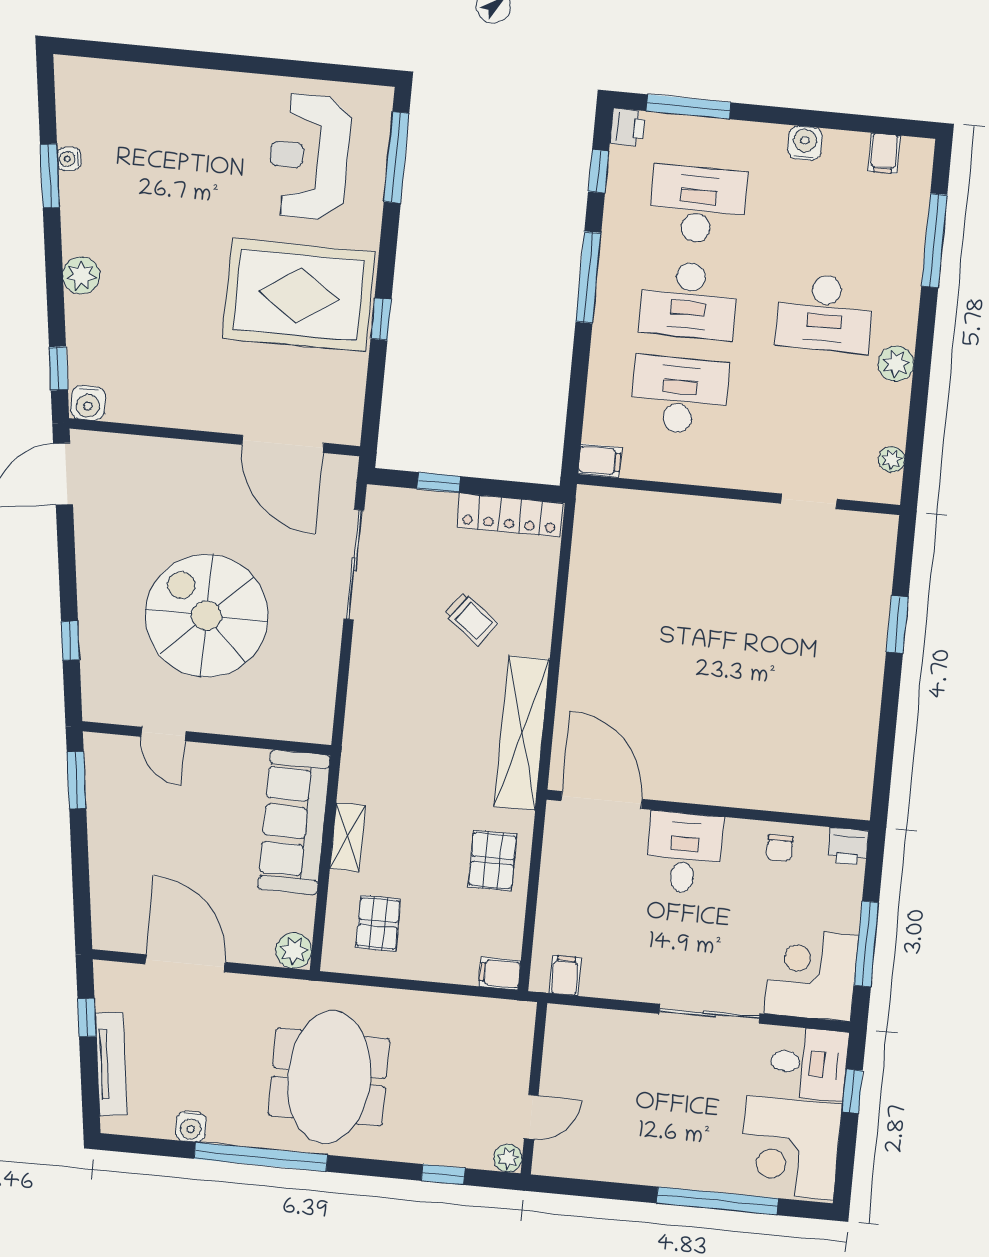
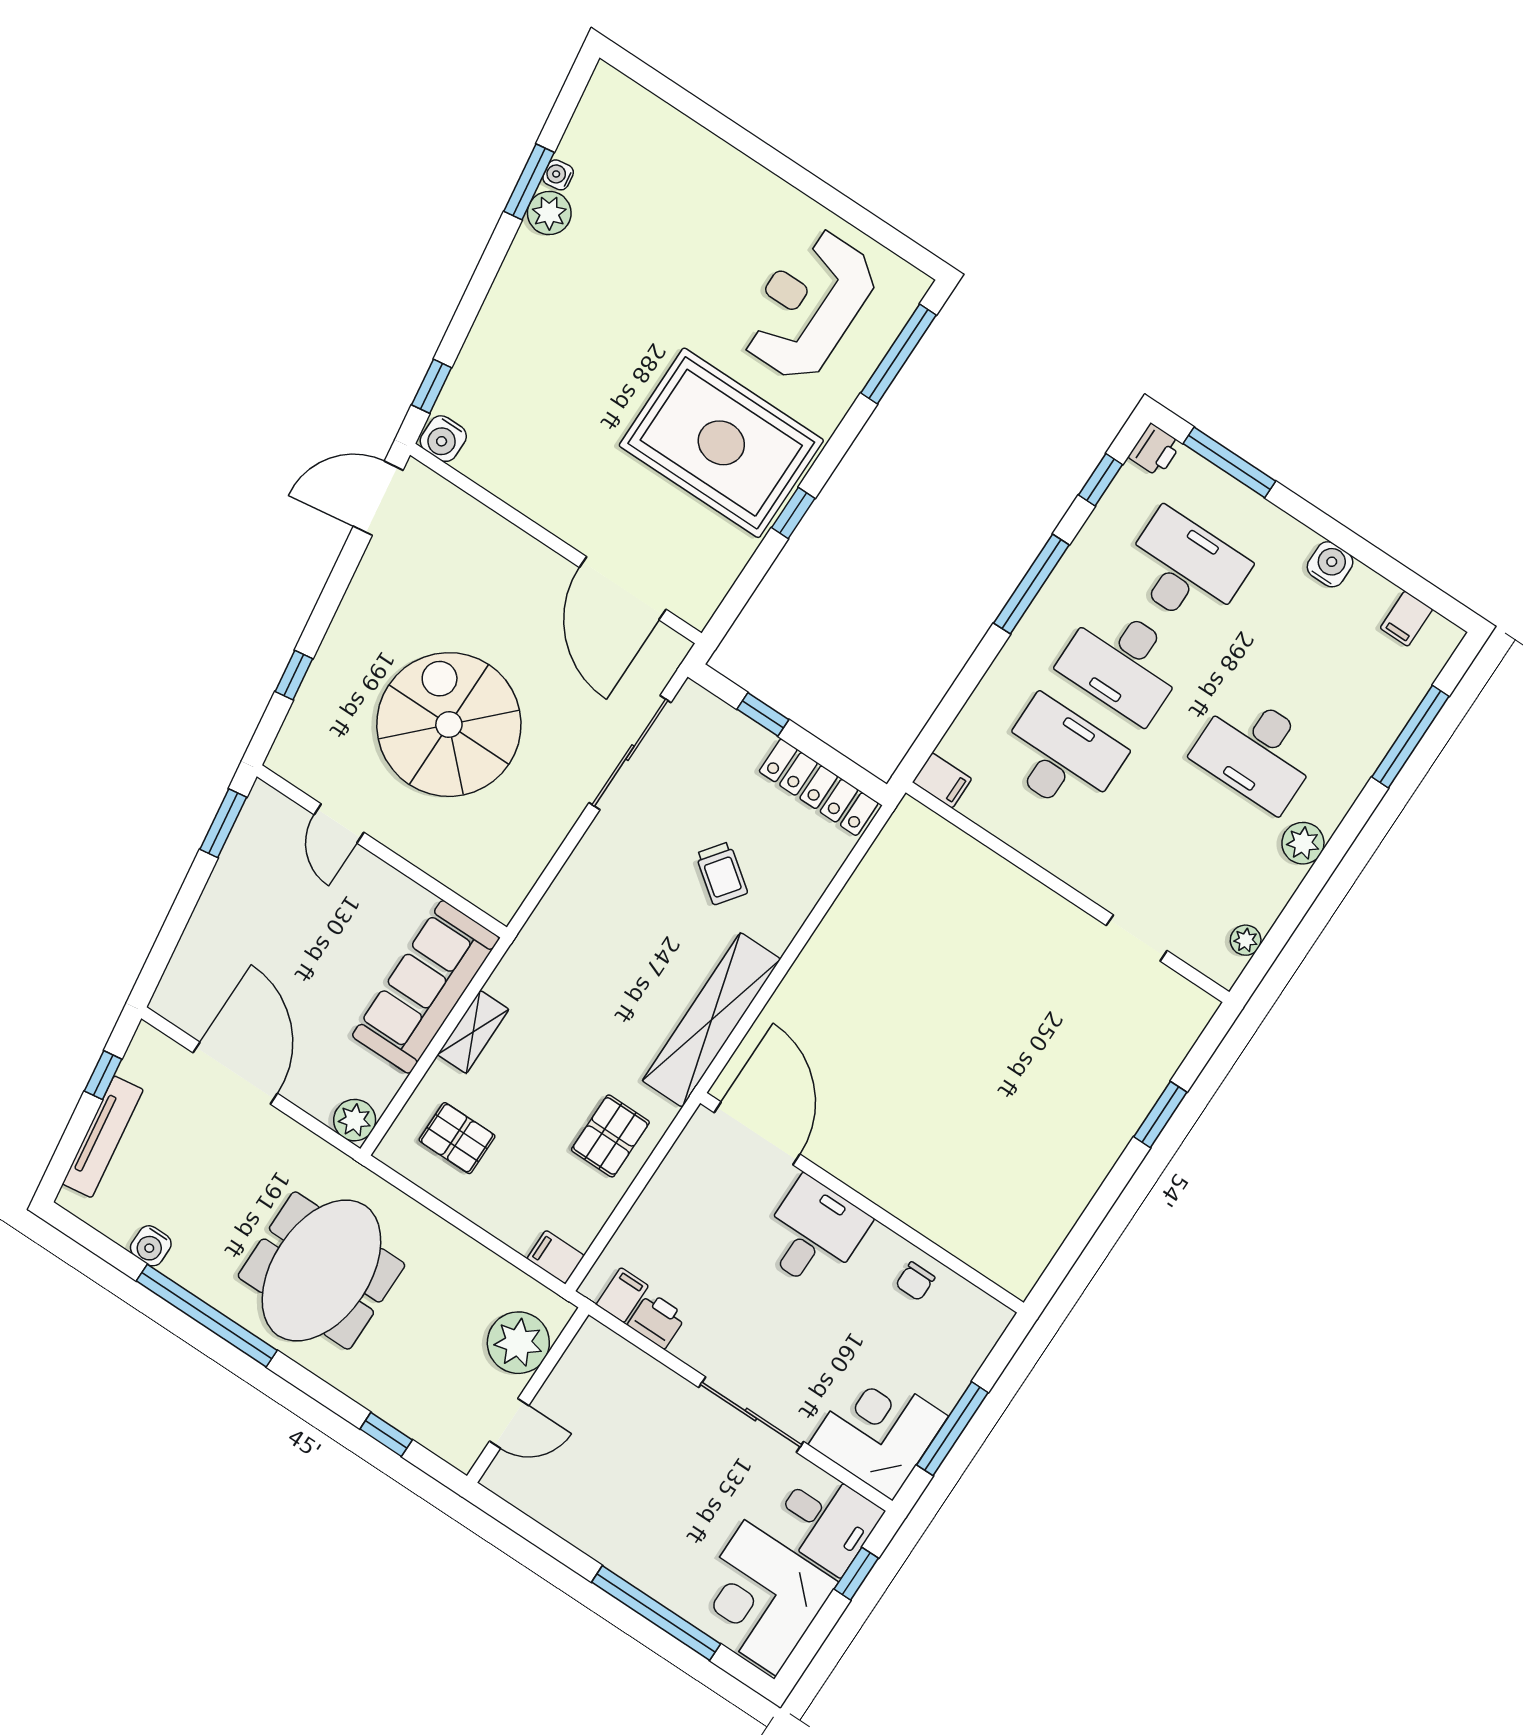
plant: (81, 275) -> (549, 213), moved
printer: (848, 846) -> (657, 1320), moved, turned 180
pallet: (378, 923) -> (457, 1138), turned 90
plant: (508, 1158) -> (518, 1343), moved, width x1.88, depth x1.88

